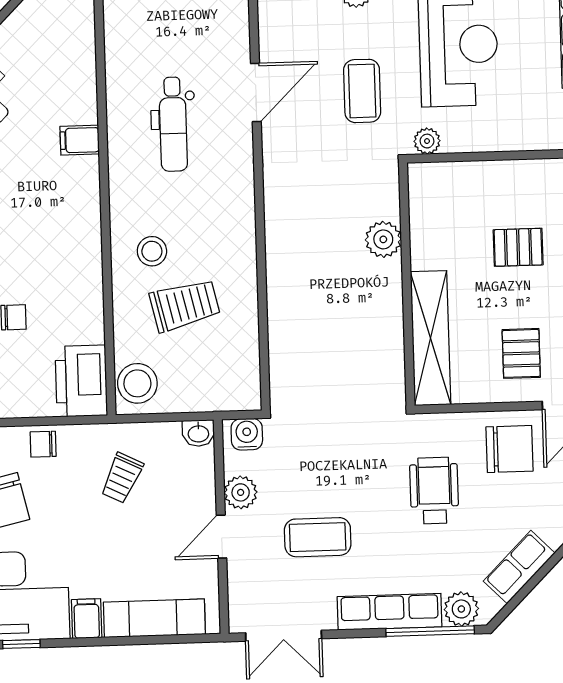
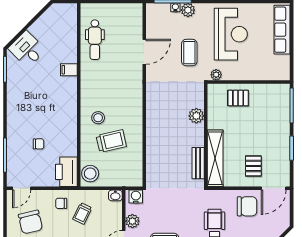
dental chair: (173, 124) -> (95, 40), moved
pallet: (518, 247) -> (238, 98), moved
bench: (391, 351) -> (198, 163), added
chair: (43, 444) -> (61, 203), moved

